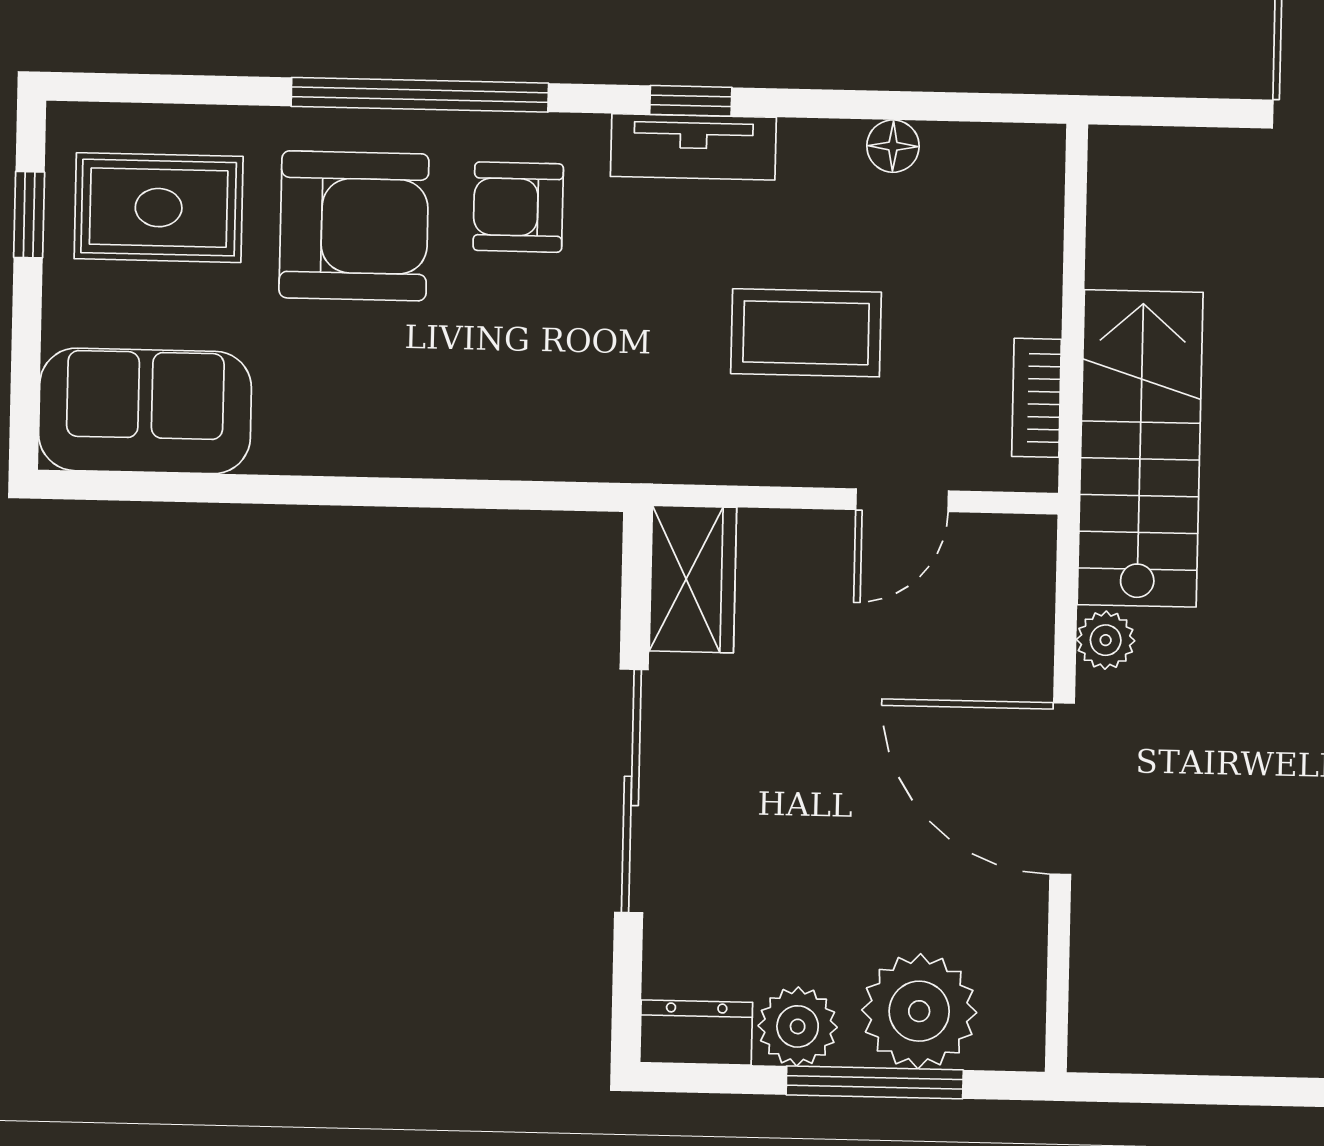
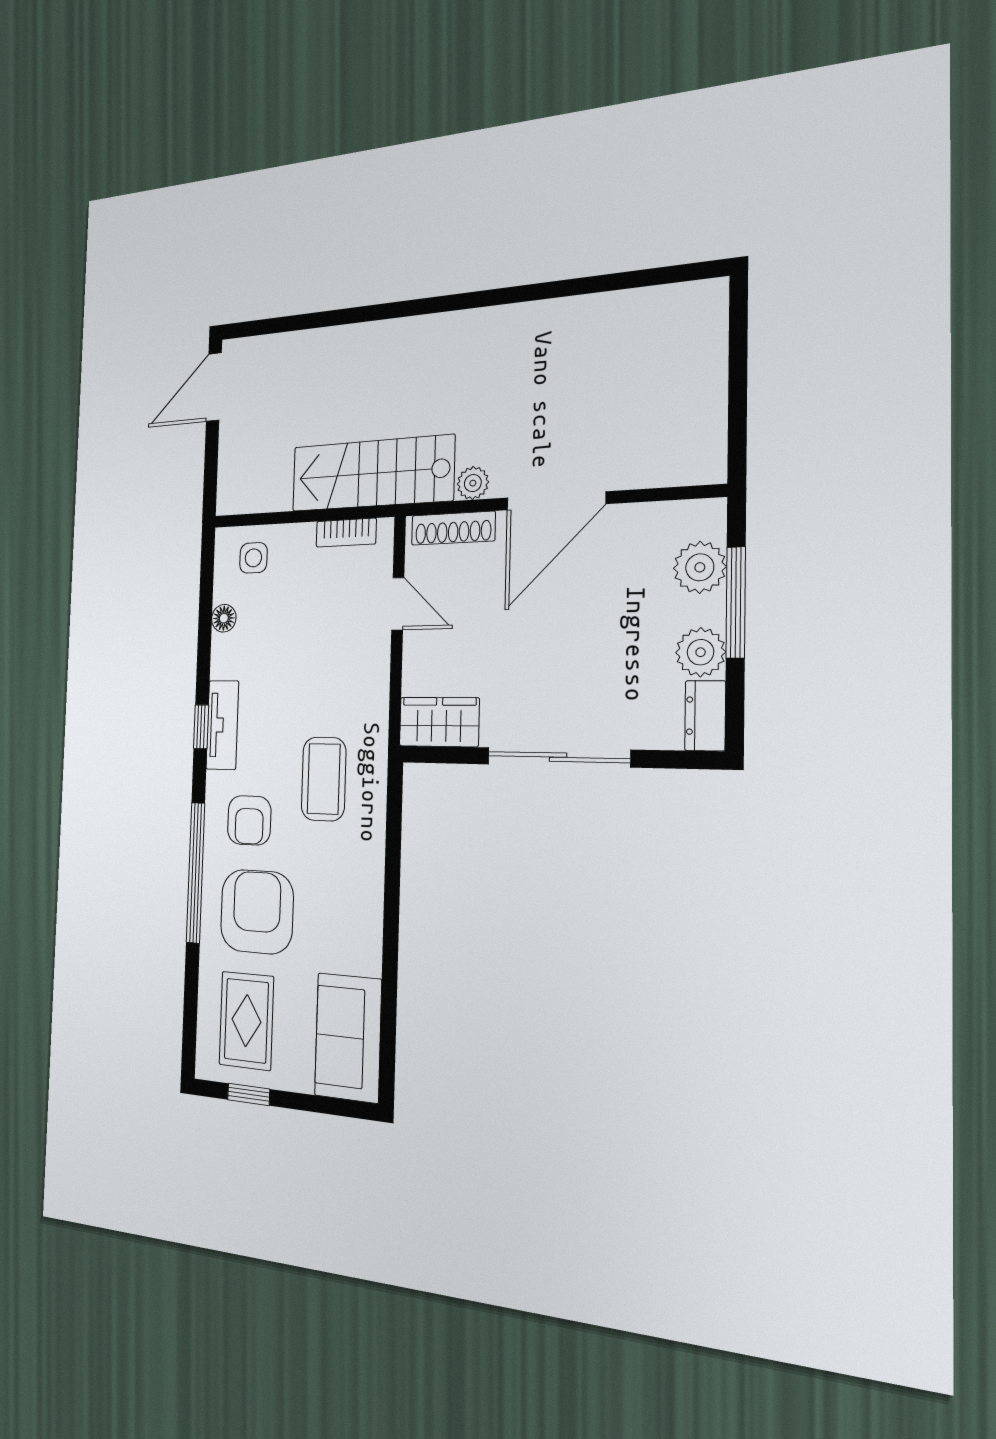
side table: (1003, 208) -> (253, 558), added
coffee table: (806, 333) -> (324, 779), moved
shoe rack: (1029, 604) -> (453, 528), added
plant: (919, 1011) -> (700, 567), width x0.73, depth x0.73

